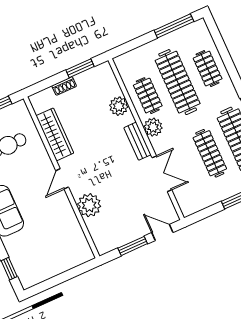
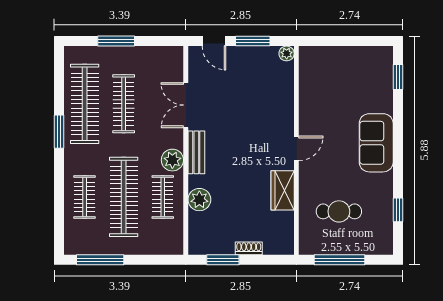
wardrobe: (55, 134) -> (283, 190), width x0.67
plant: (89, 205) -> (287, 53), moved, width x0.53, depth x0.53

